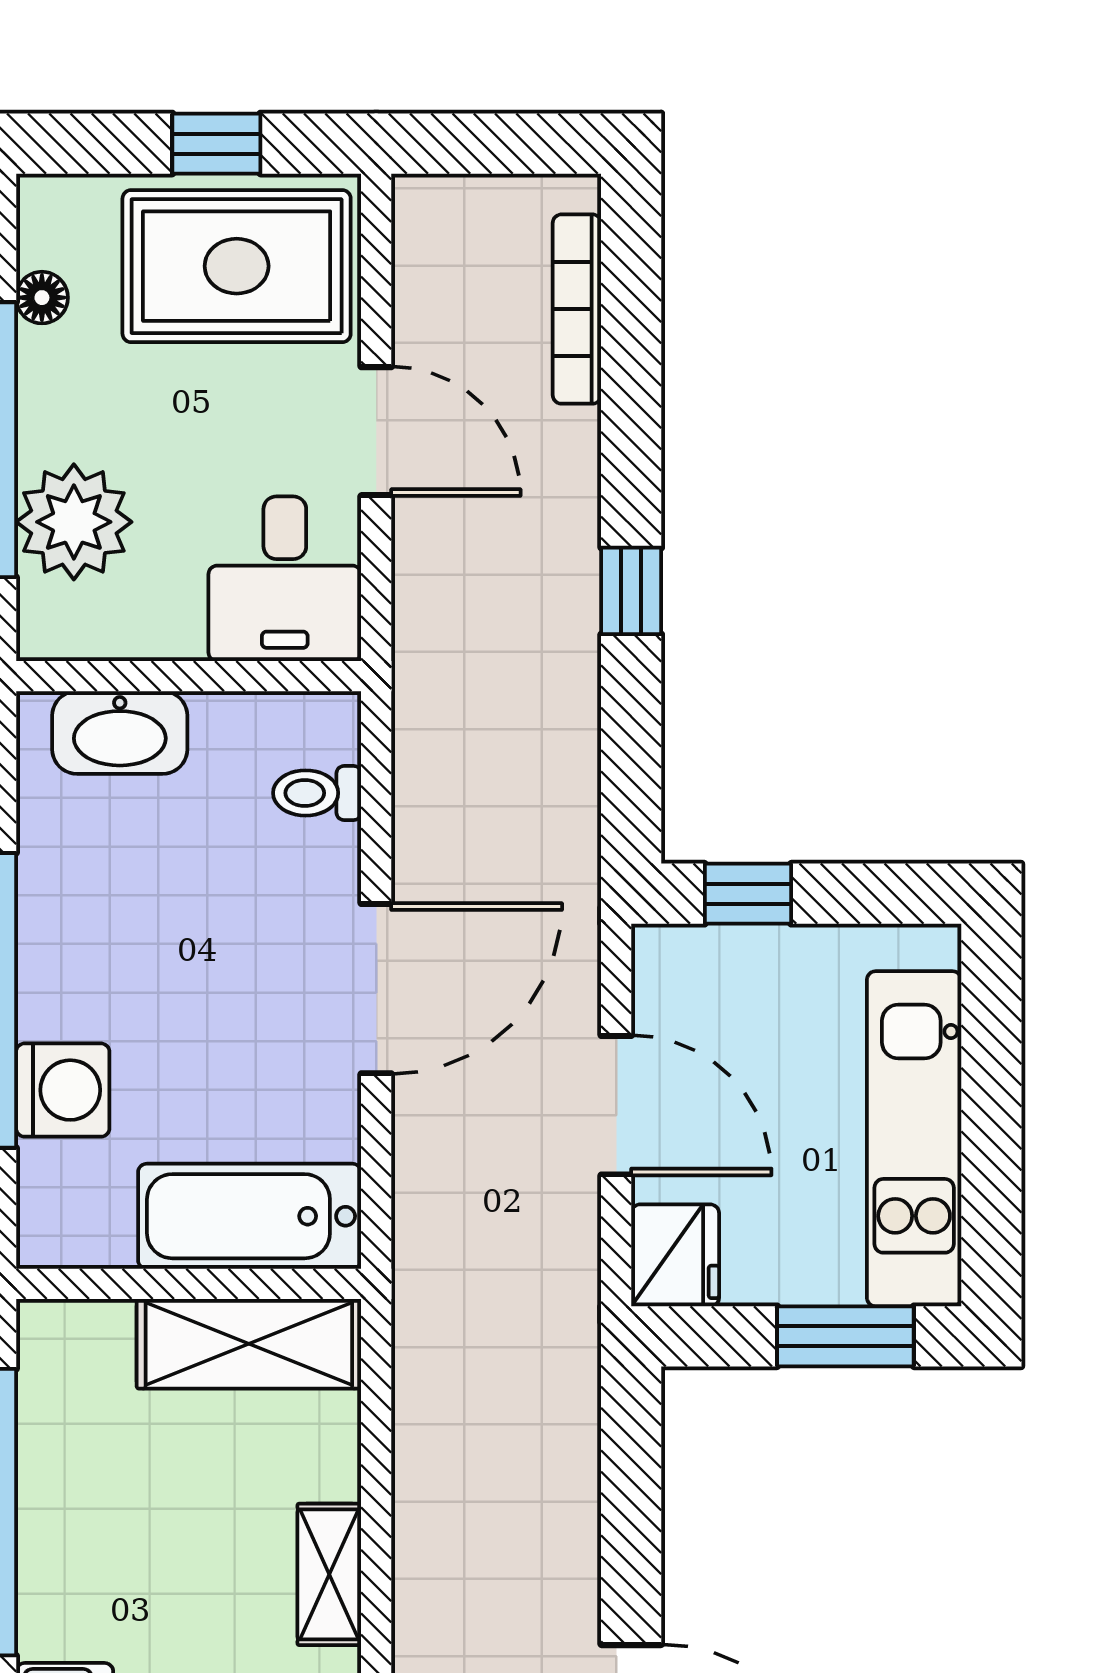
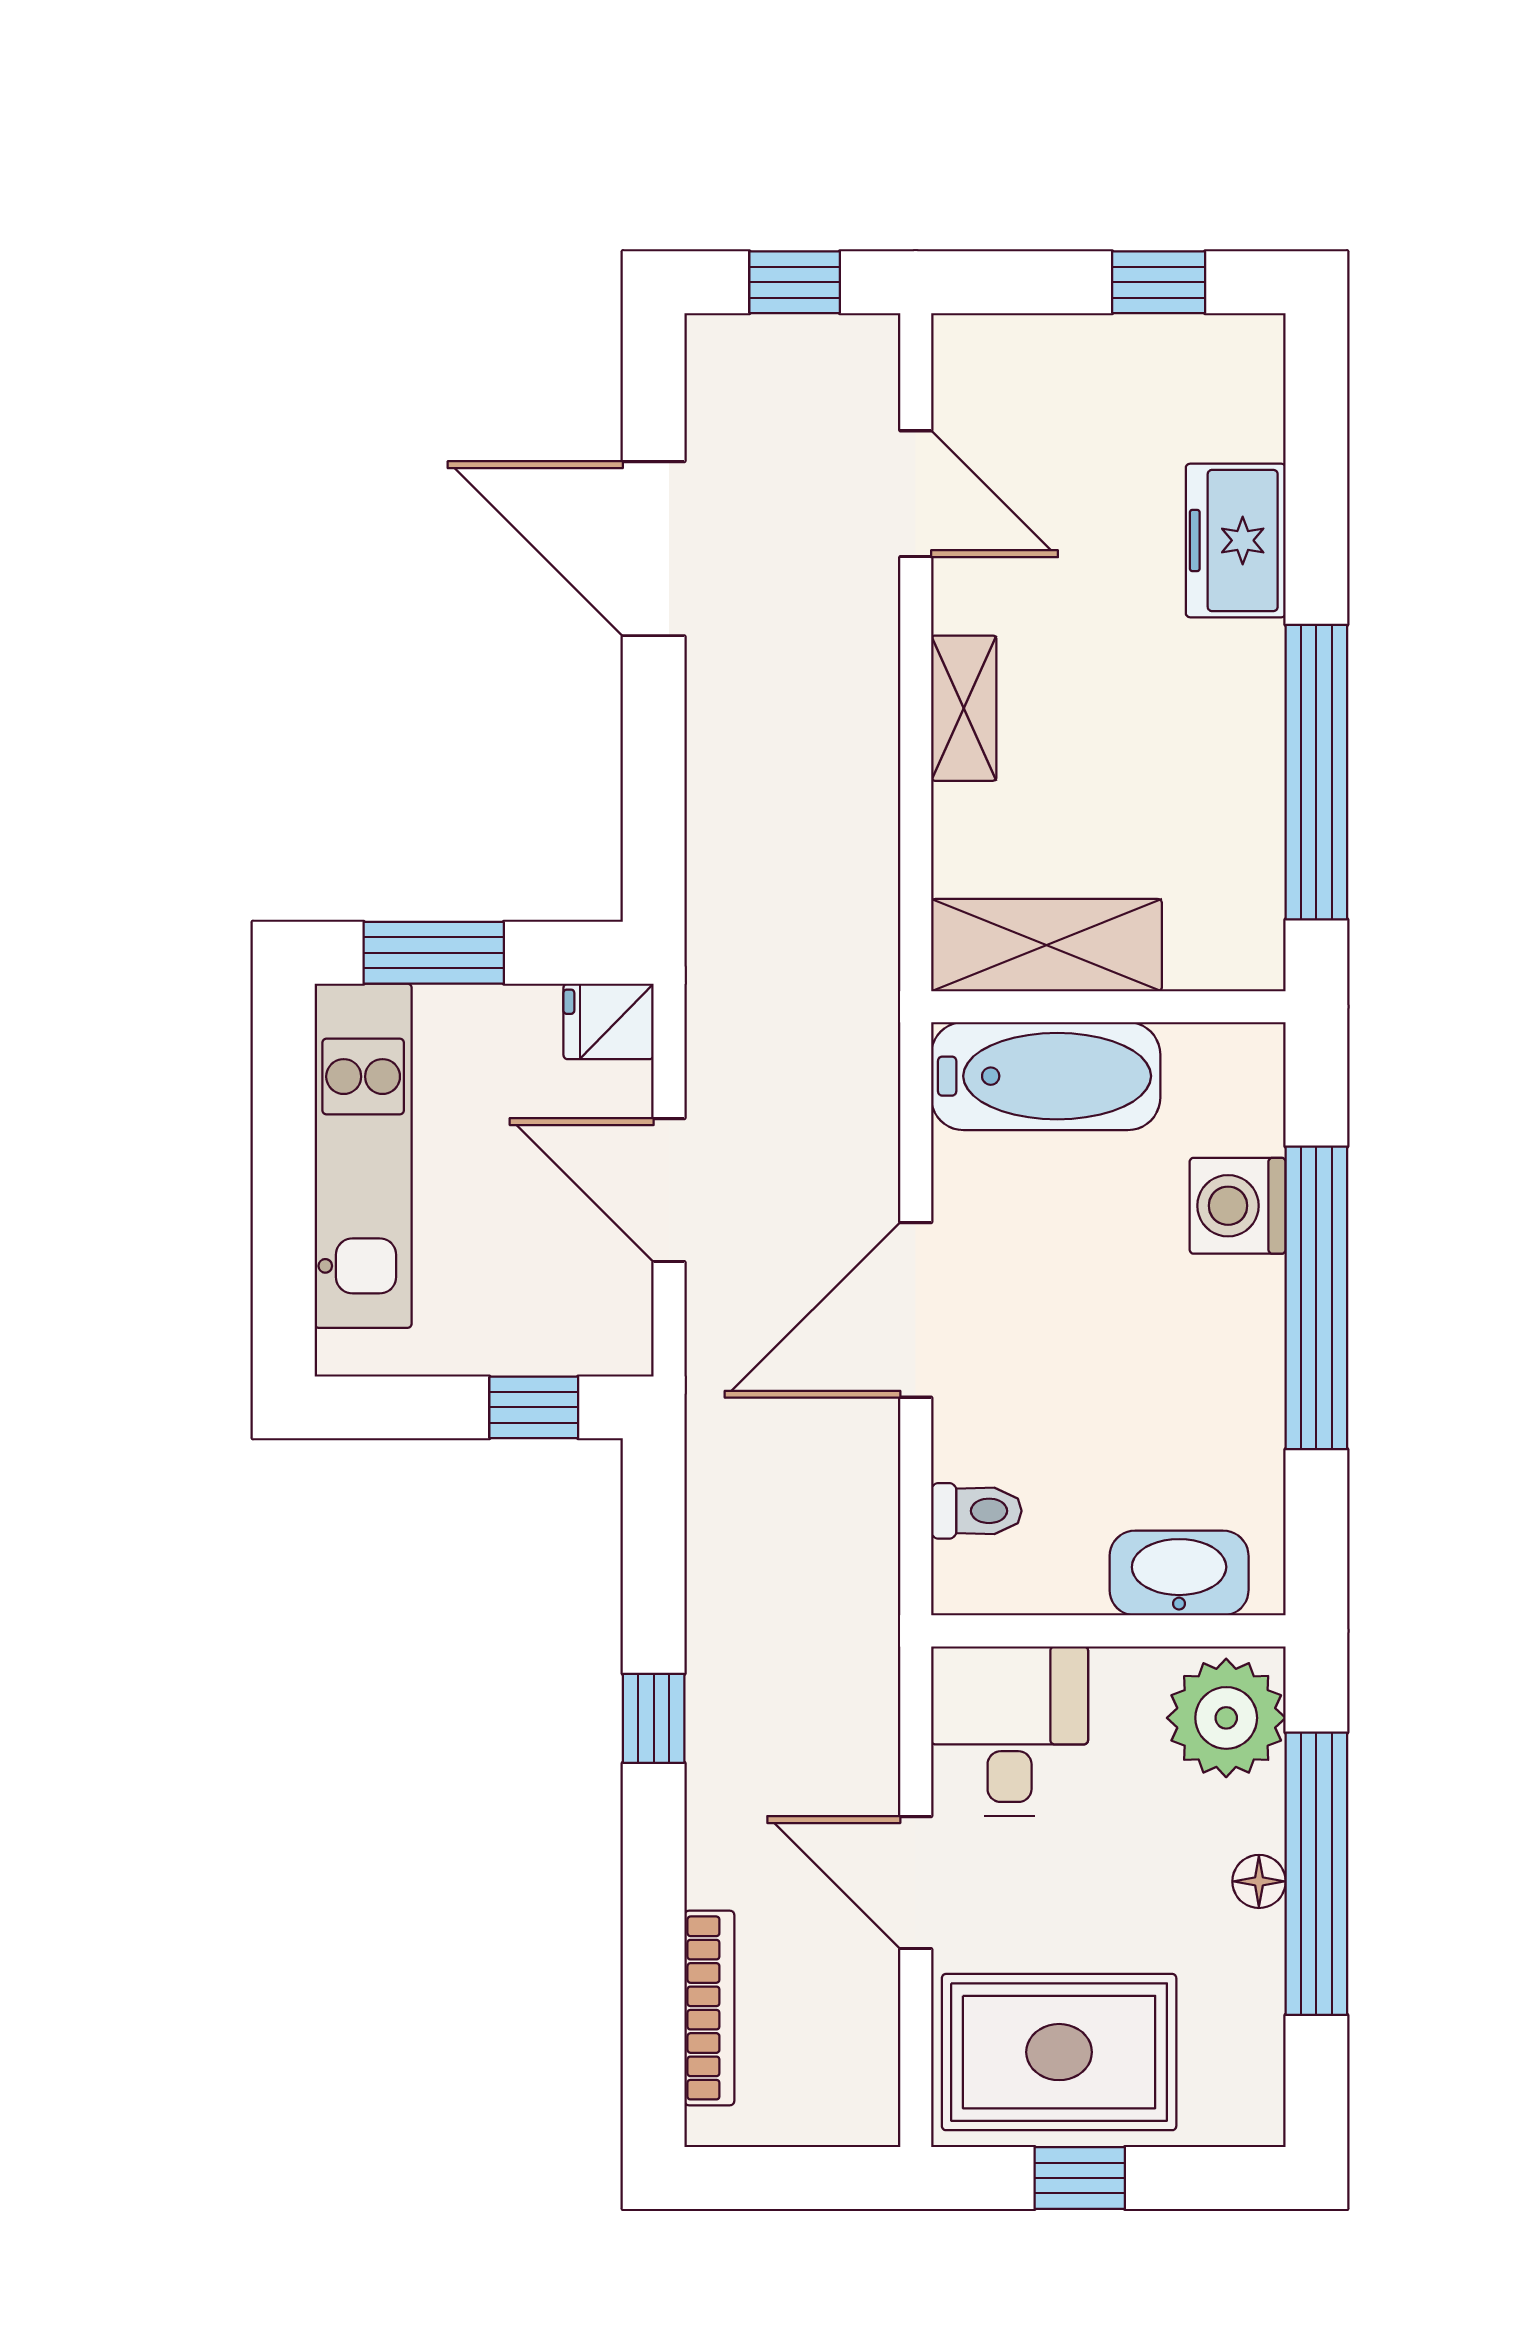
floor lamp: (42, 298) -> (1259, 1881), moved
plant: (74, 522) -> (1226, 1718), moved
fridge: (675, 1255) -> (609, 1021), width x0.72

